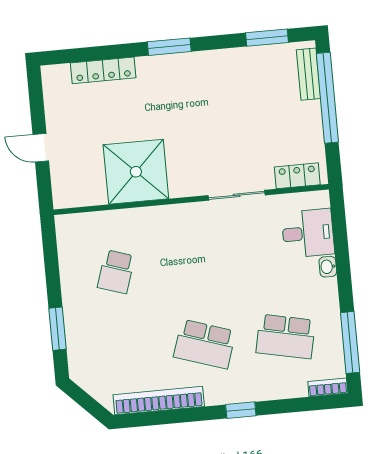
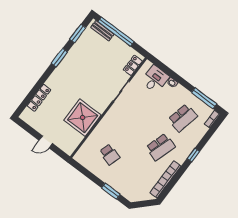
window: (169, 47) -> (59, 58), moved

